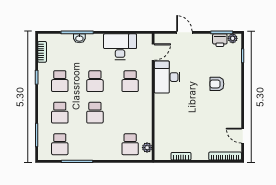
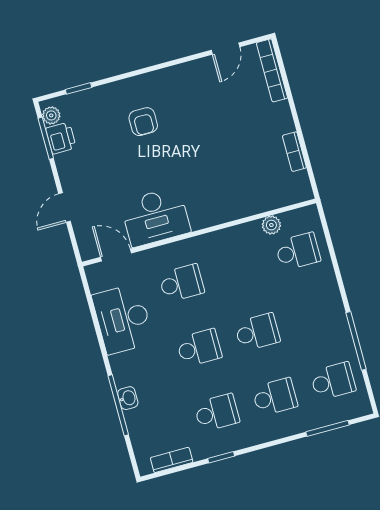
plant: (147, 148) -> (271, 225), moved

